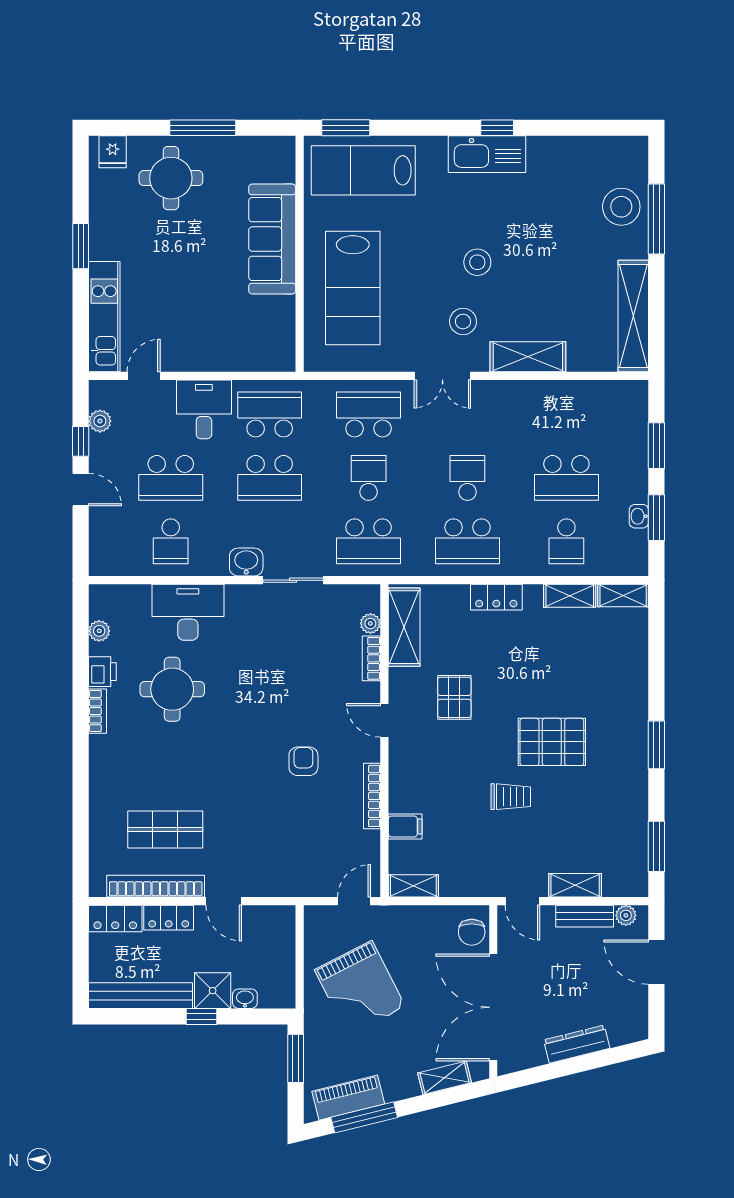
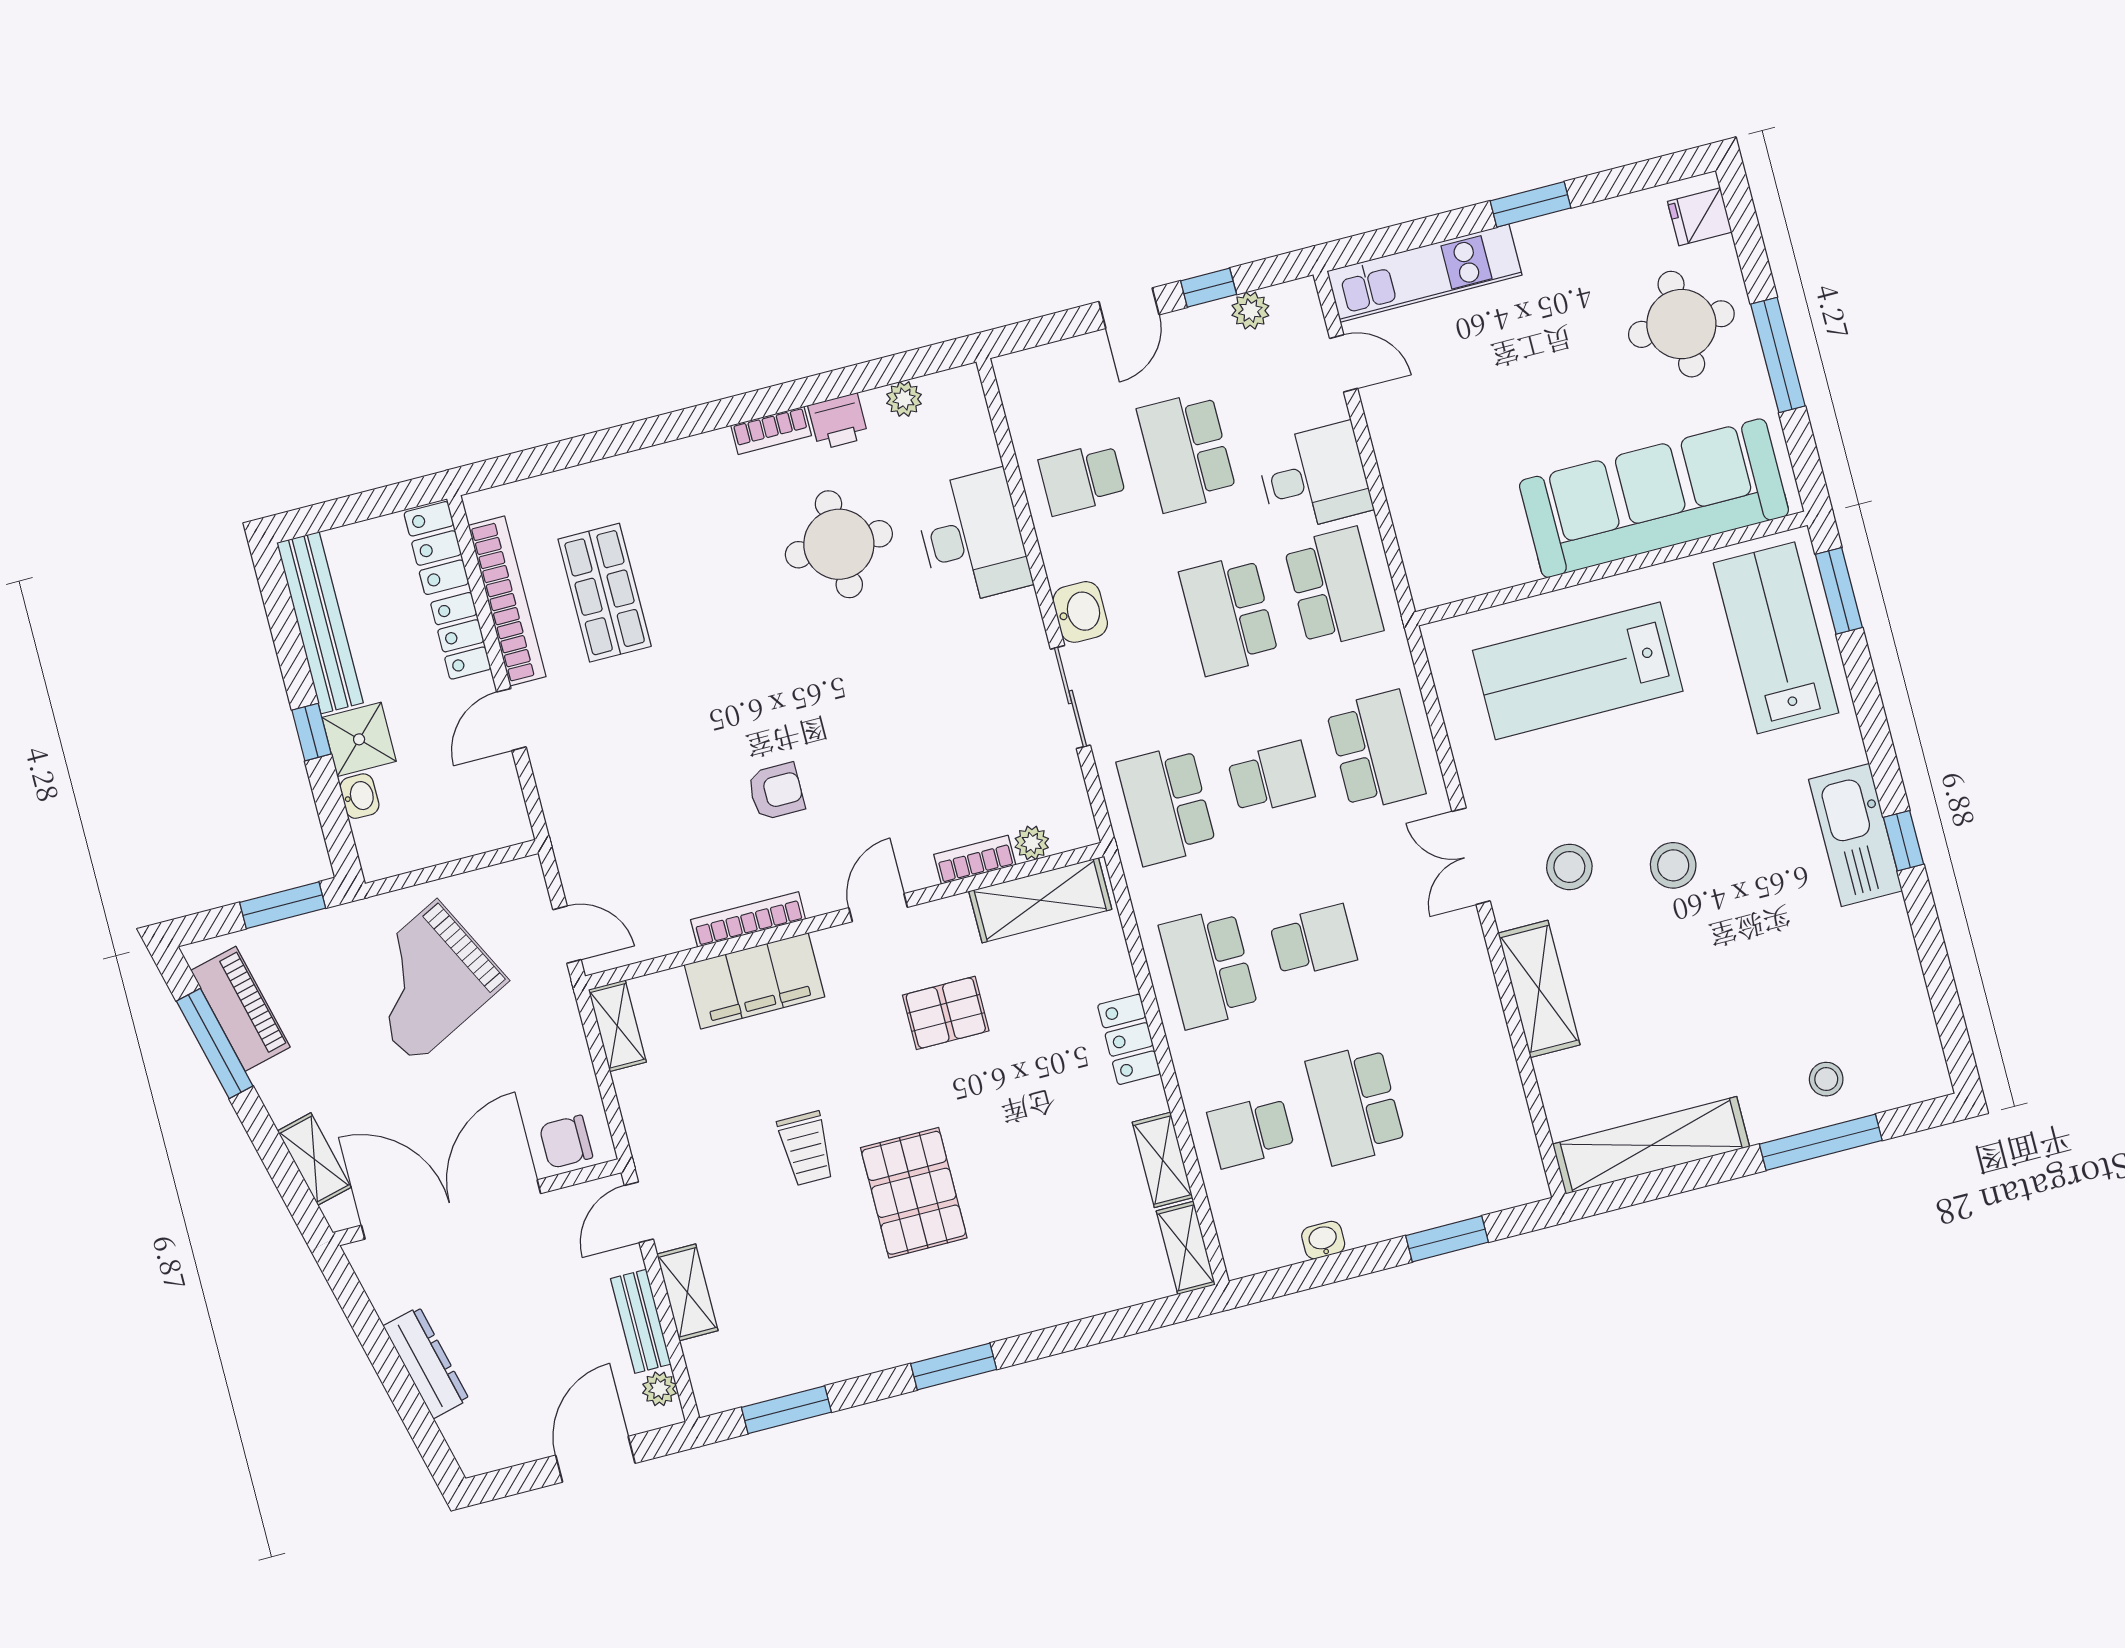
stool: (621, 207) -> (1826, 1079), width x0.53, depth x0.53
sofa: (272, 239) -> (1654, 498), width x1.36, depth x1.27
window: (656, 518) -> (1328, 1270), removed
filing cabinet: (405, 826) -> (754, 981), width x3.00, depth x1.17

